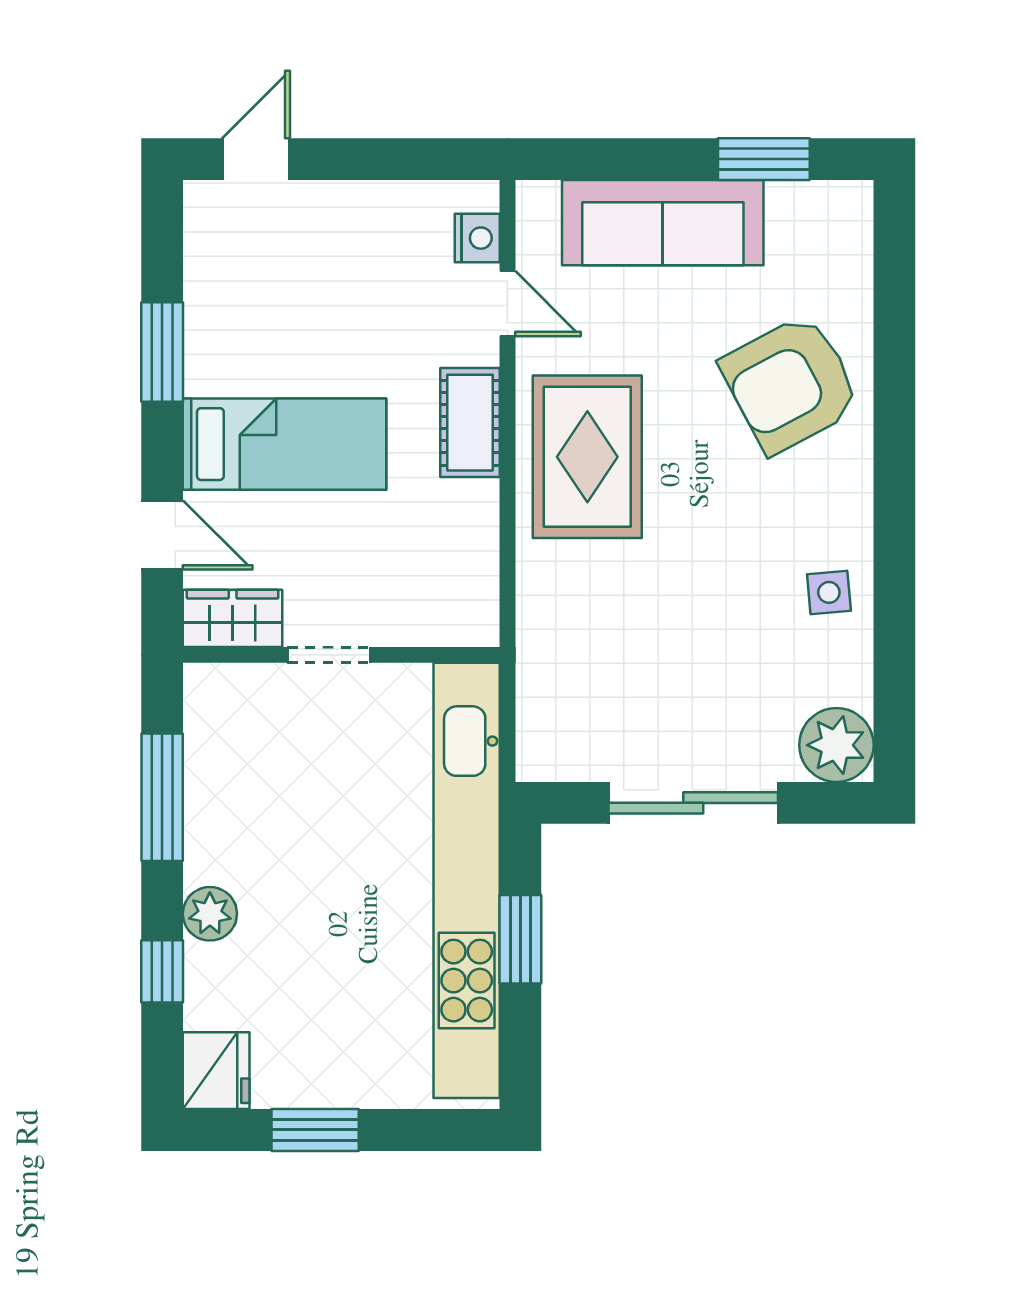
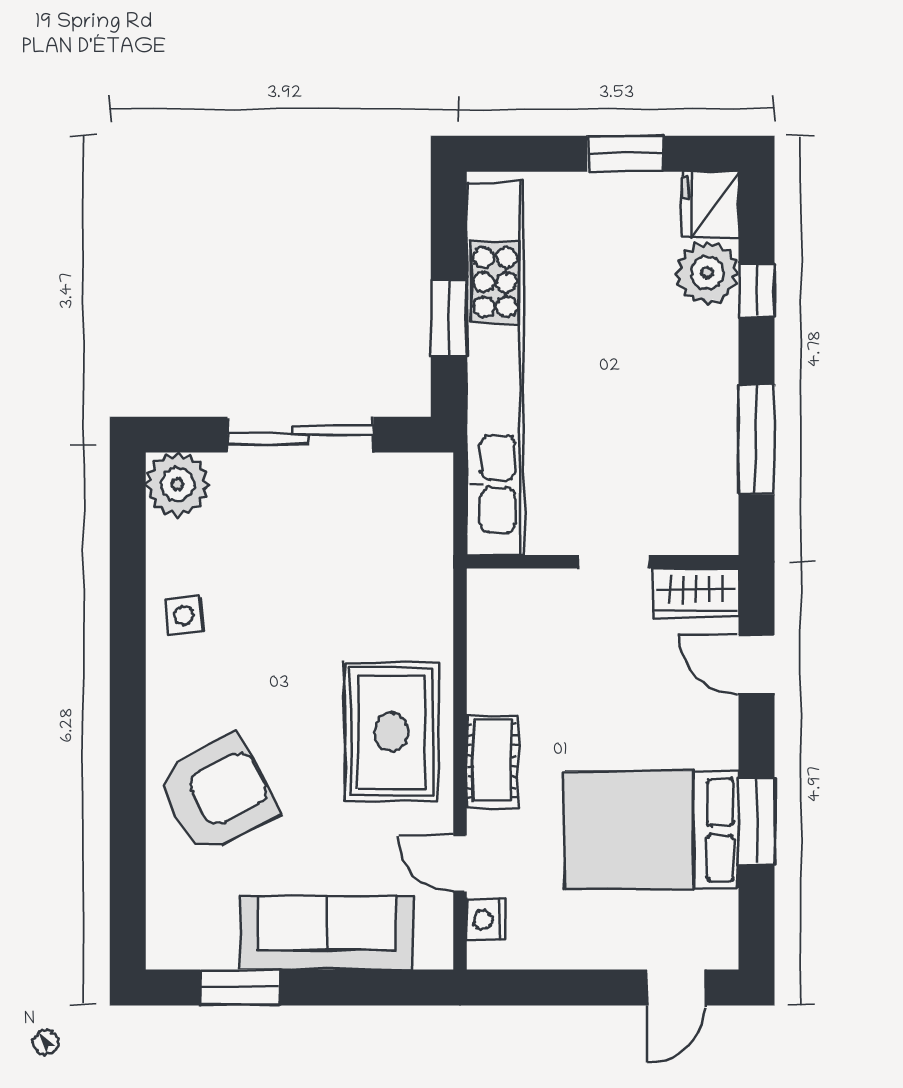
bed: (284, 444) -> (651, 830), moved, width x1.50
plant: (210, 914) -> (707, 273), moved, width x1.36, depth x1.36

